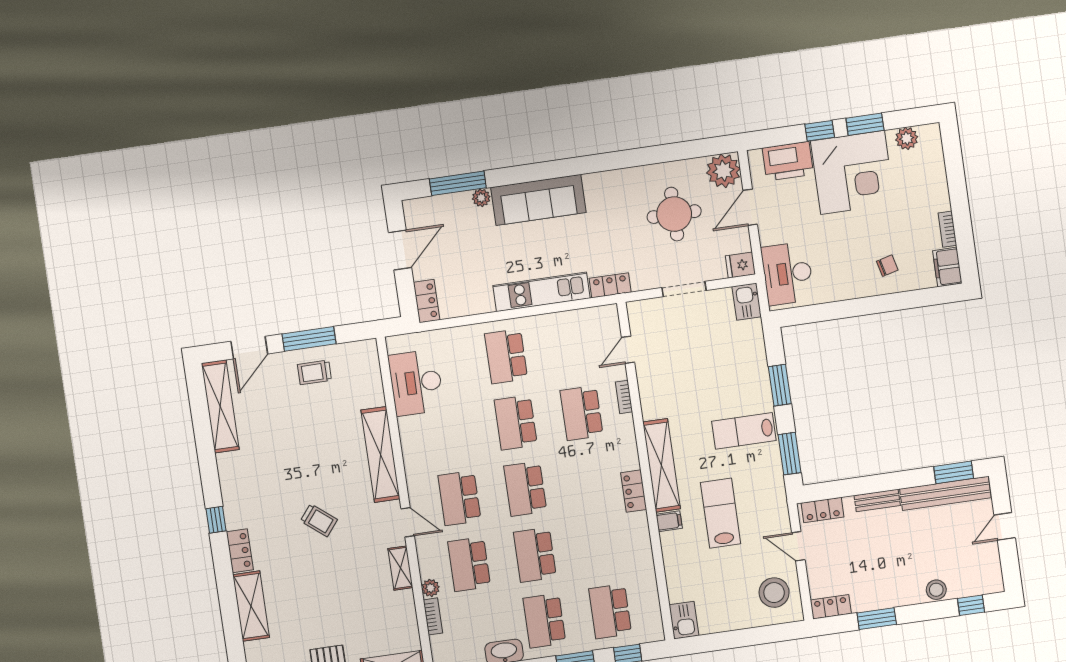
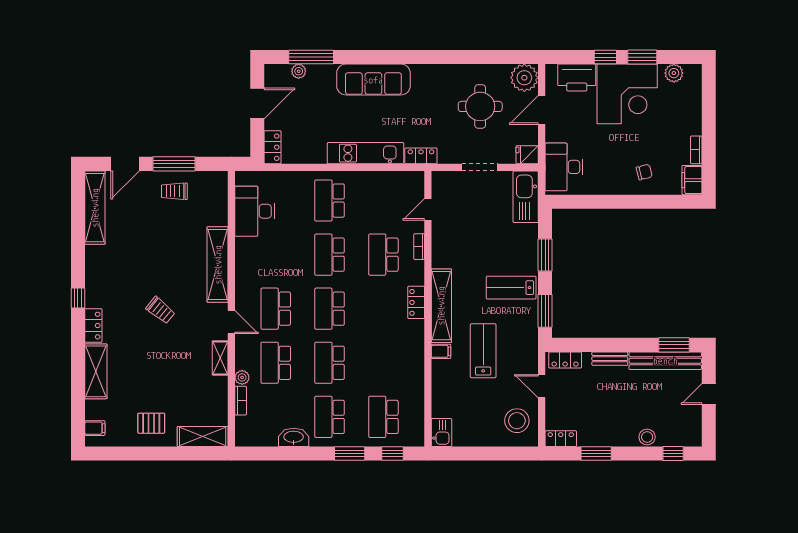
plant: (481, 198) -> (299, 71), moved
kitchen sink: (747, 302) -> (526, 197), width x1.87, depth x1.24
locker: (634, 491) -> (416, 302), moved

